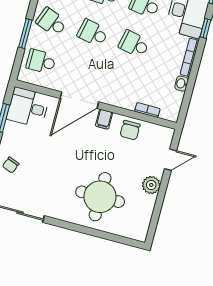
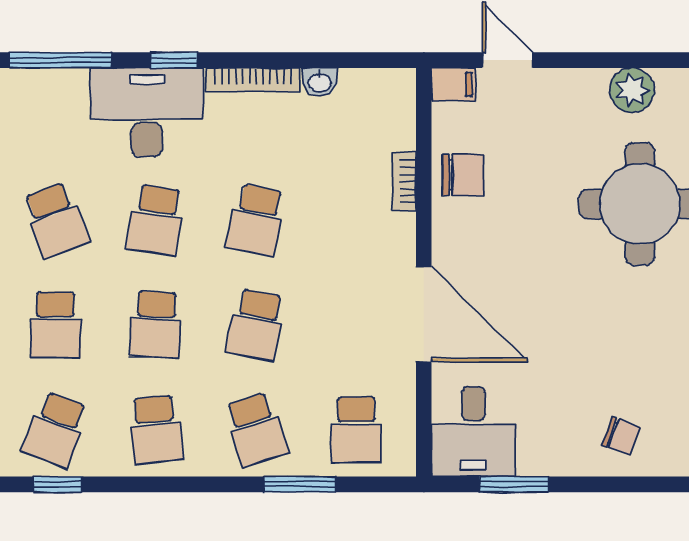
school desk: (52, 22) -> (256, 430), turned -39
bookcase: (147, 110) -> (404, 181), moved
filing cabinet: (104, 119) -> (453, 84), moved
plant: (151, 185) -> (632, 90), moved

